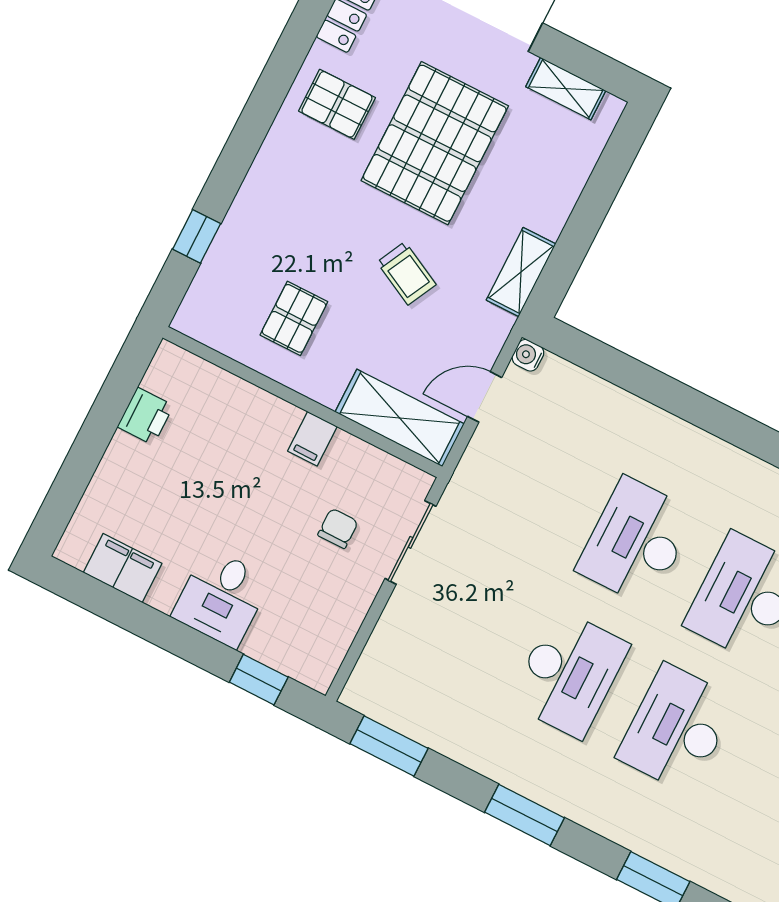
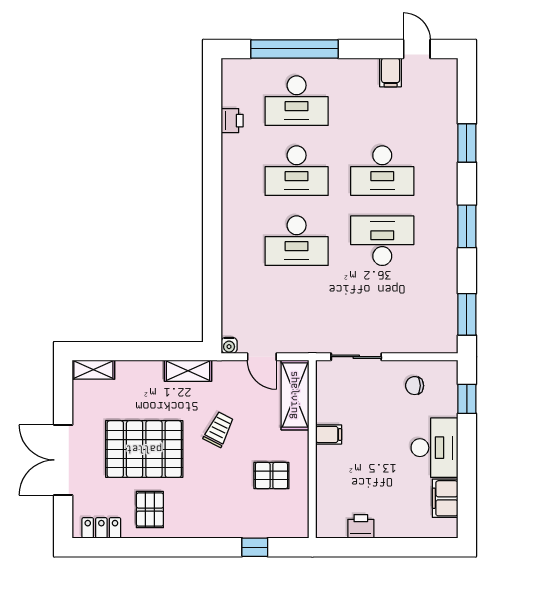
shelving: (566, 89) -> (93, 370), moved, turned 90
chair: (338, 528) -> (415, 386), moved
desk: (221, 598) -> (434, 448), width x1.37

